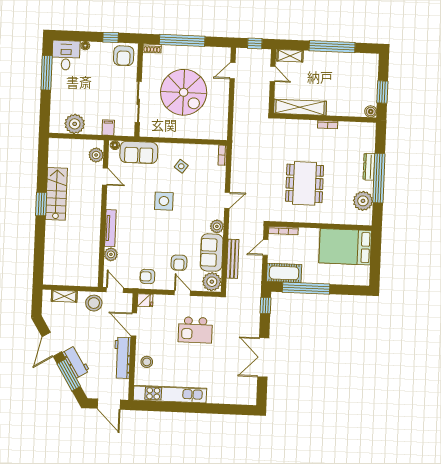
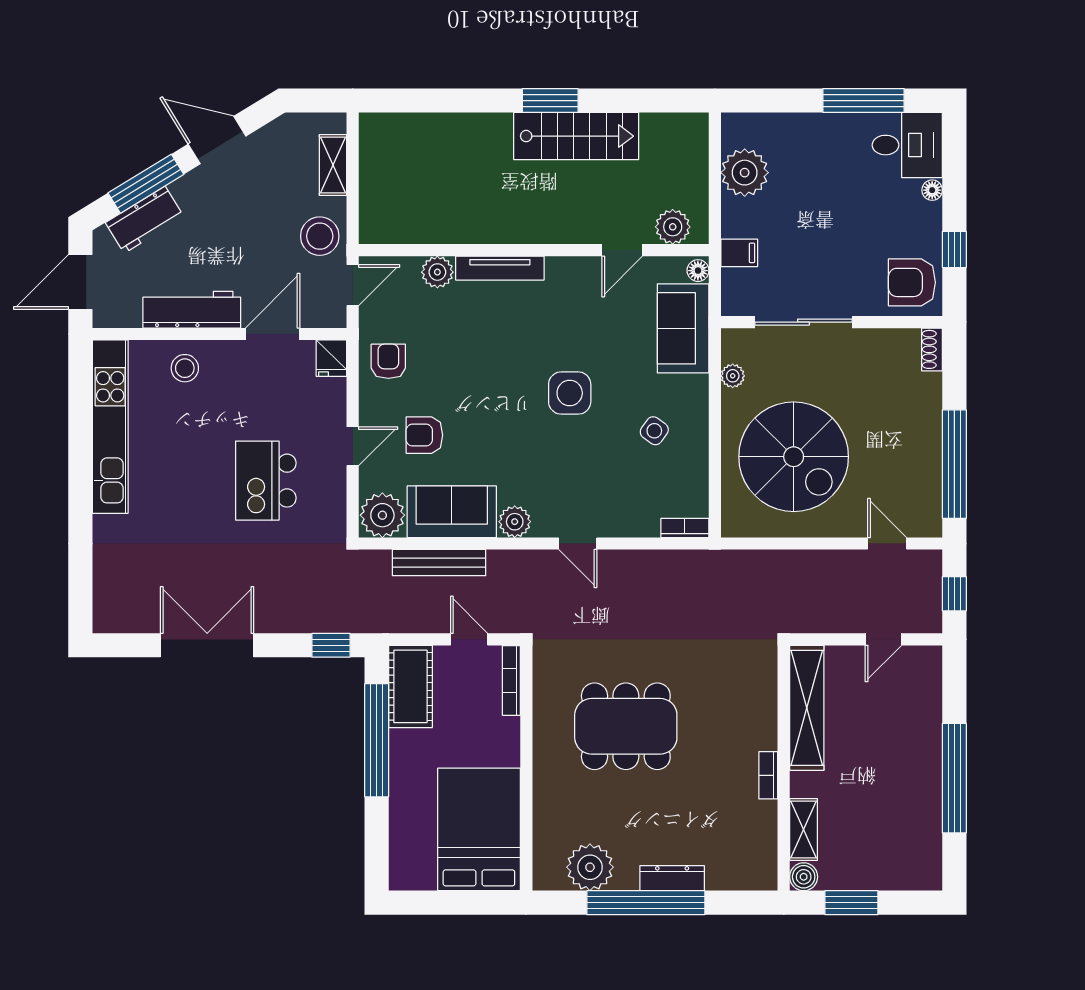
window: (182, 40) -> (954, 464), moved
shelving: (290, 56) -> (804, 830), moved
spiral stairs: (184, 92) -> (794, 457), moved, turned -90
plant: (160, 132) -> (733, 376), added
workbench: (76, 362) -> (145, 220), moved

